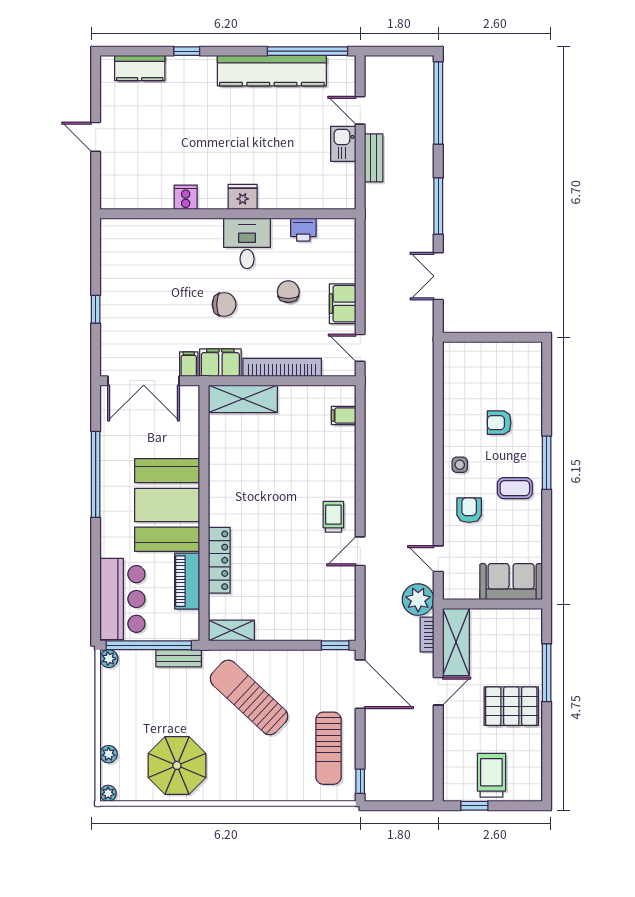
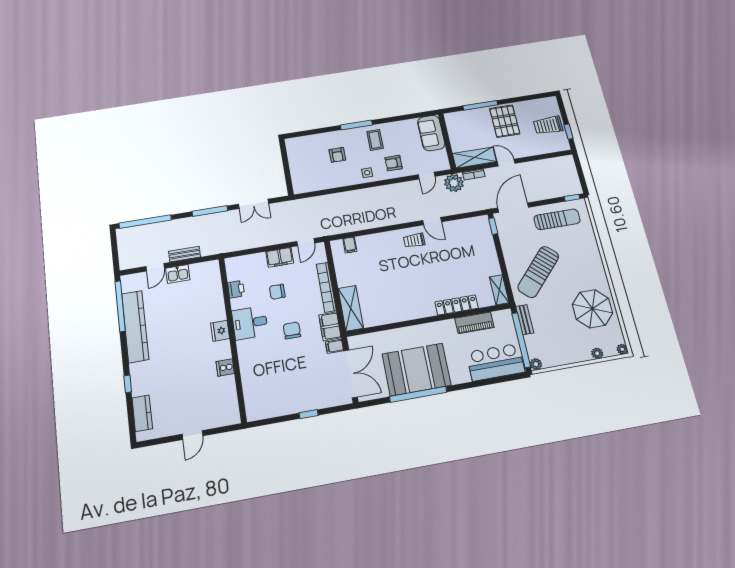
booth: (167, 505) -> (416, 370), moved

